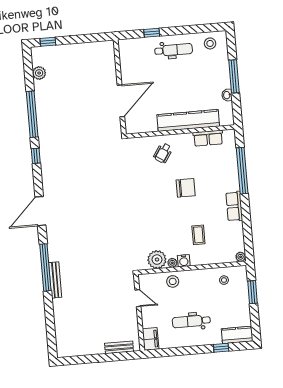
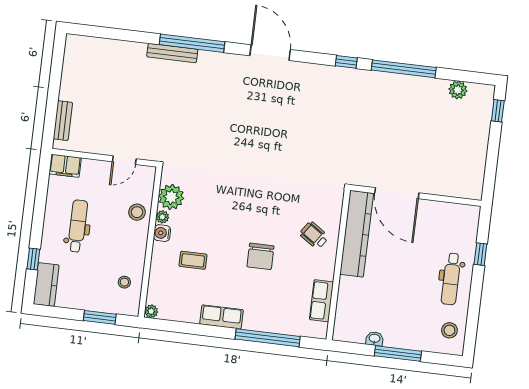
kitchen counter: (188, 120) -> (357, 234), moved

